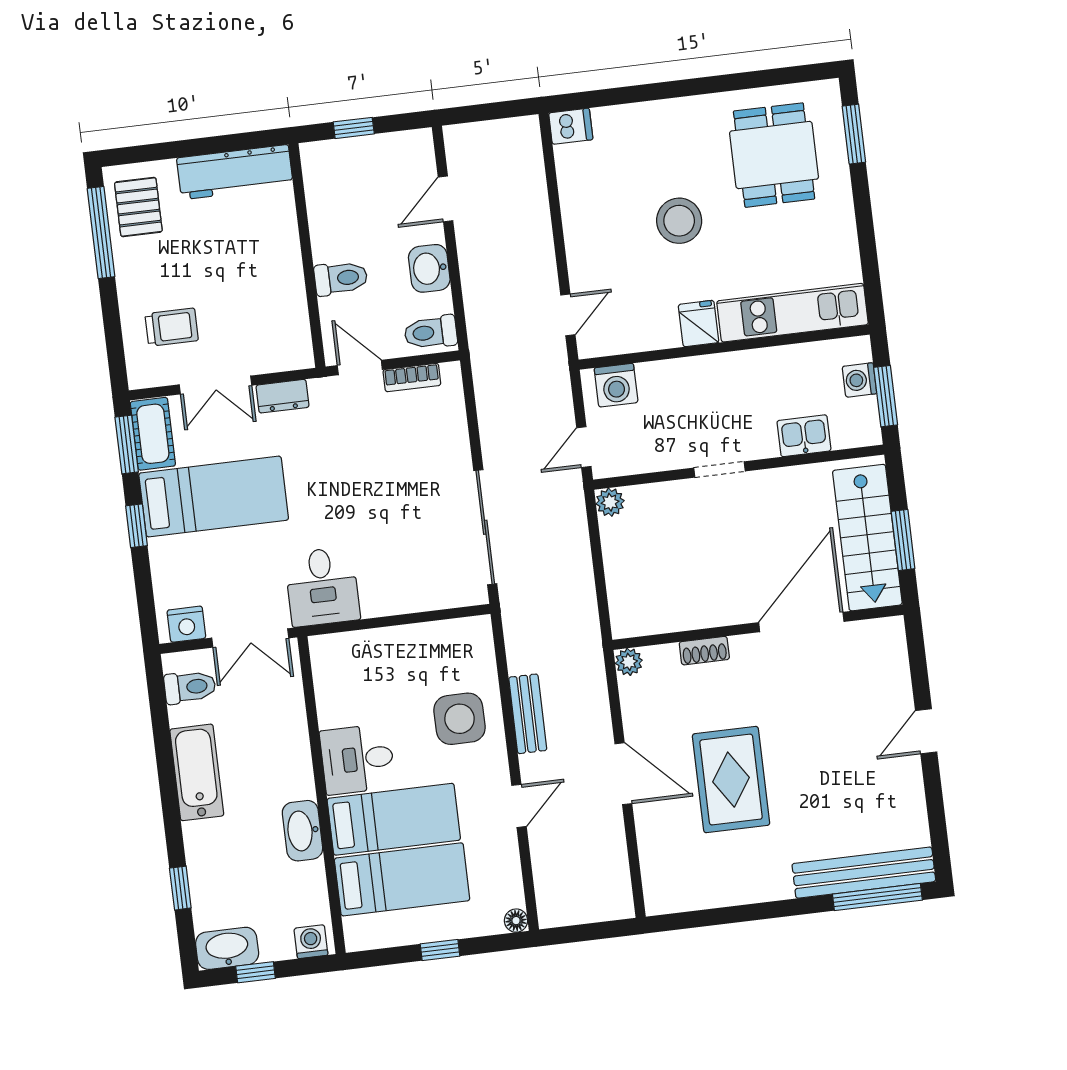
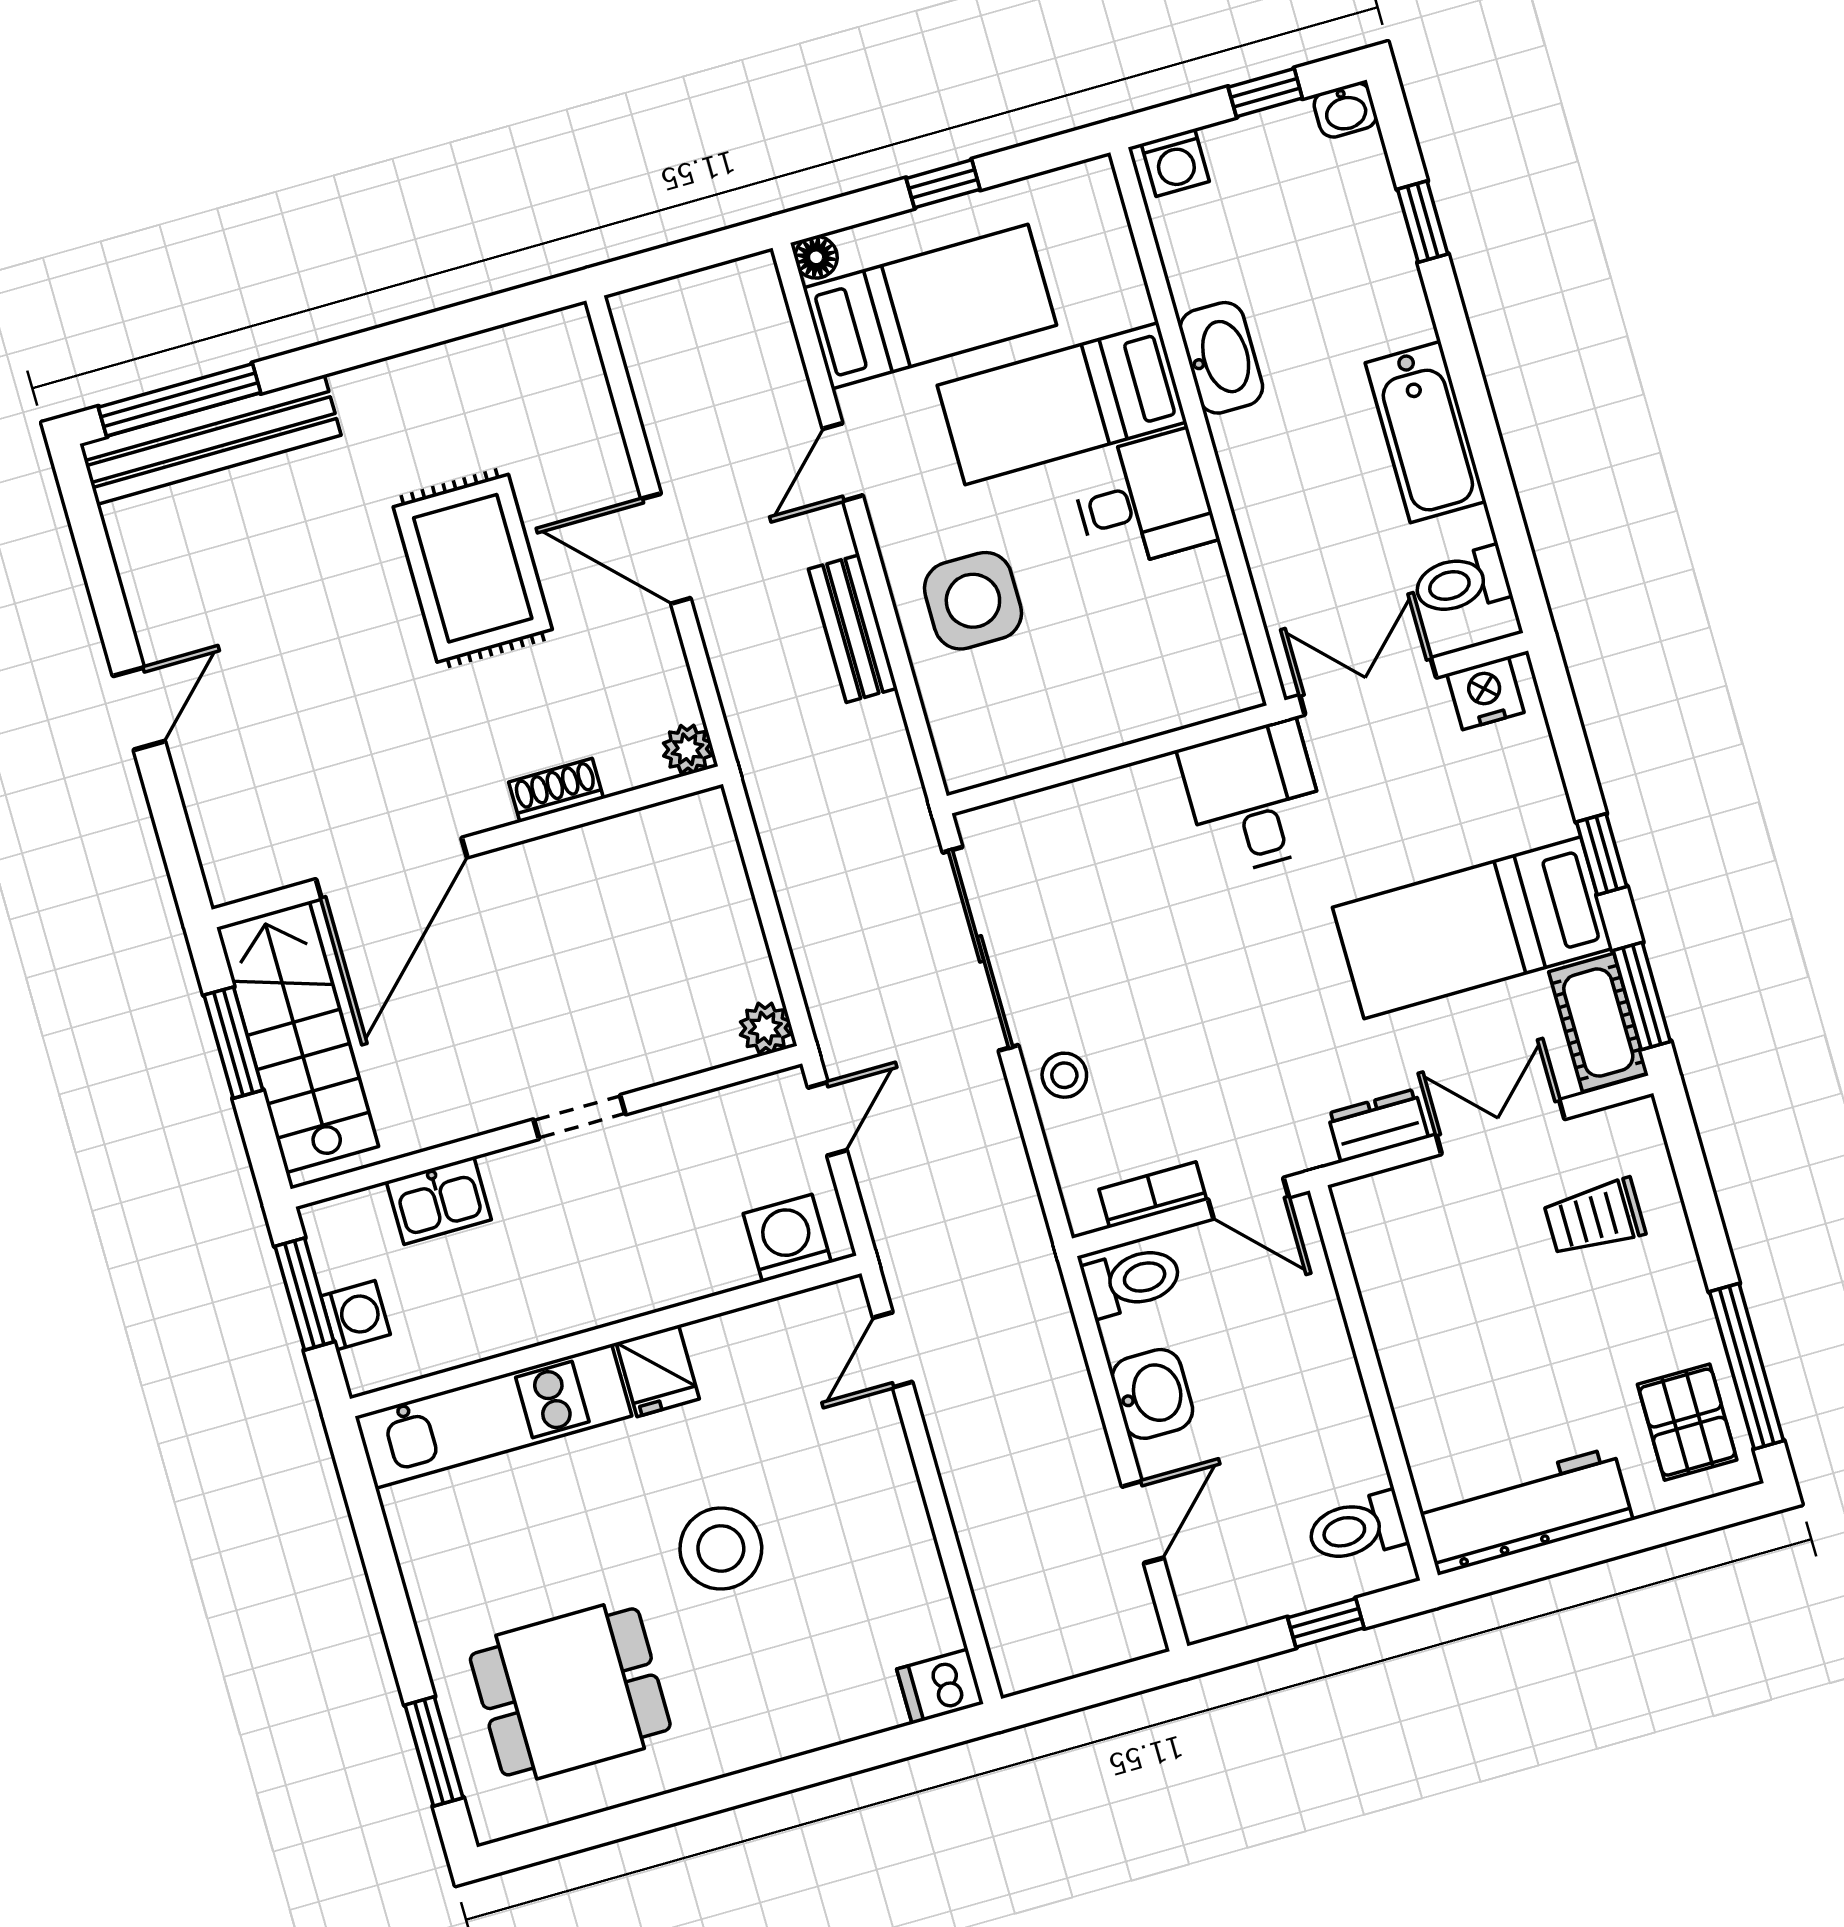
dining table: (774, 155) -> (570, 1692), turned 90
toilet: (341, 278) -> (1357, 1528), moved
stool: (450, 451) -> (1064, 1075), added
bed: (402, 879) -> (930, 307), moved, turned 180
washbasin: (227, 948) -> (1345, 110), width x0.52, depth x0.69

